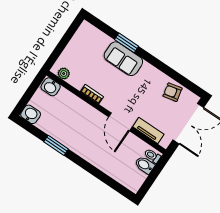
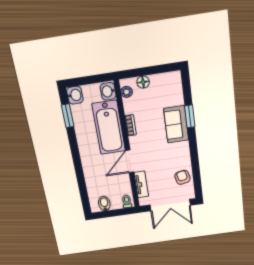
floor lamp: (68, 55) -> (143, 82), added
bathtub: (78, 112) -> (109, 127), added
window: (56, 145) -> (68, 116), moved
bidet: (145, 165) -> (104, 203), moved

